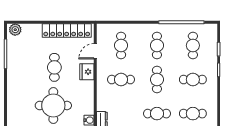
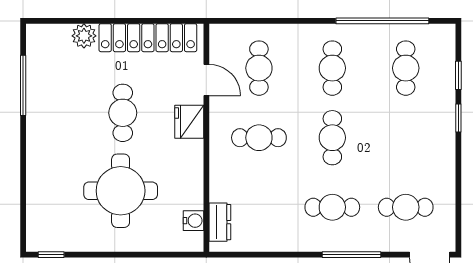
plant: (15, 30) -> (84, 36), moved
door: (95, 51) -> (206, 80), swing flipped
cafe table: (193, 80) -> (406, 138), removed

